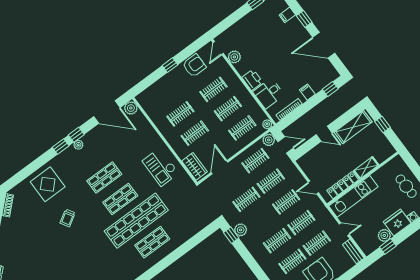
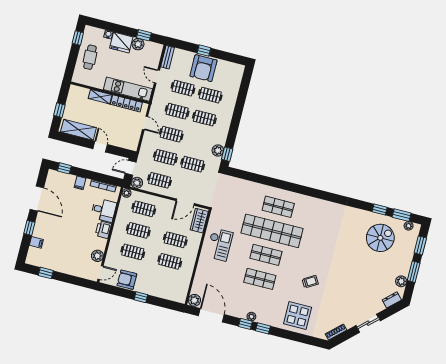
door: (286, 145) -> (131, 168), hinge flipped

